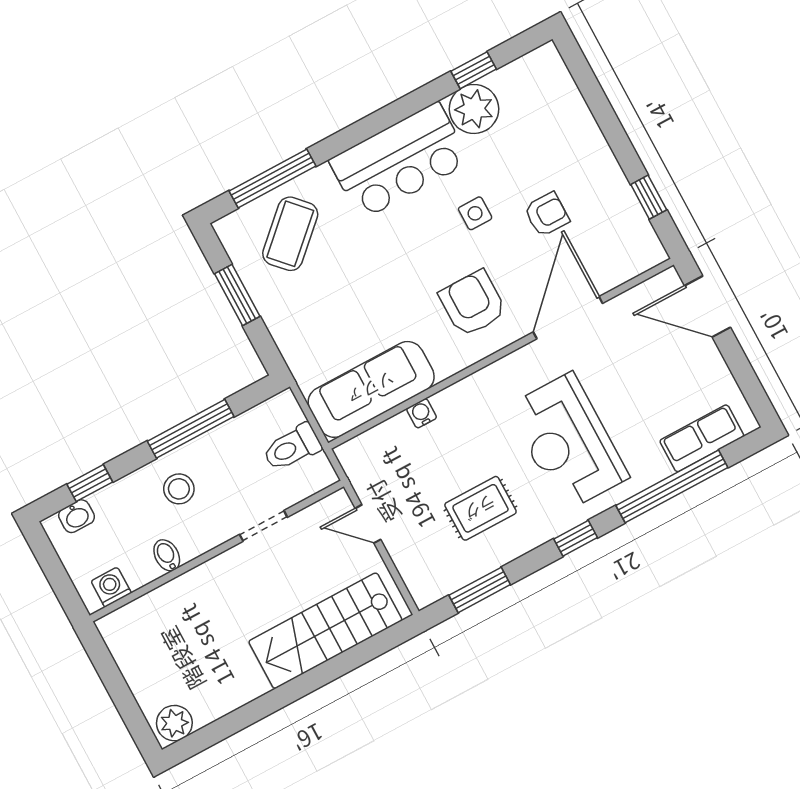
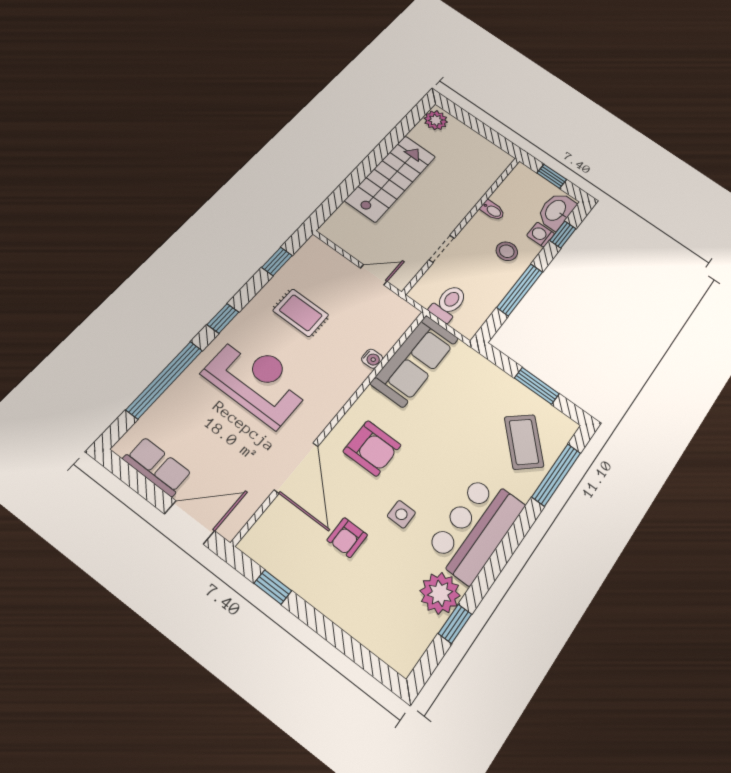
row of seats: (702, 438) -> (157, 466), moved, turned -90
rug: (480, 508) -> (301, 313), turned 90
washbasin: (77, 516) -> (556, 211), width x1.91, depth x1.45
window: (57, 575) -> (552, 176), added
washing machine: (111, 587) -> (541, 235), moved, turned 180
window: (480, 590) -> (277, 261), width x0.67
stairs: (325, 631) -> (391, 178), moved

